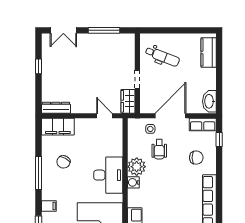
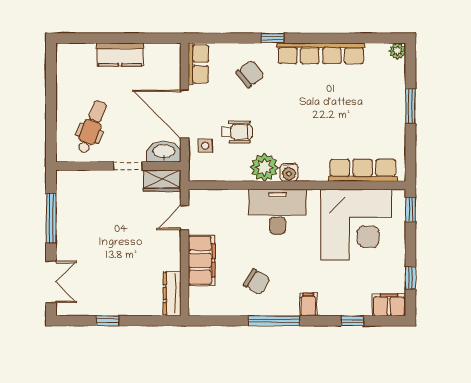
kitchen counter: (209, 52) -> (120, 55), moved
washbasin: (209, 101) -> (164, 152), moved, turned 180
filing cabinet: (58, 127) -> (202, 260), moved
window: (219, 139) -> (273, 38), moved
chair: (196, 158) -> (250, 74), turned 51
filing cabinet: (49, 206) -> (308, 304), moved

